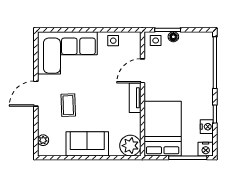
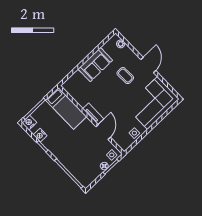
bed: (163, 129) -> (66, 108), width x0.67
plant: (130, 146) -> (71, 86), removed

